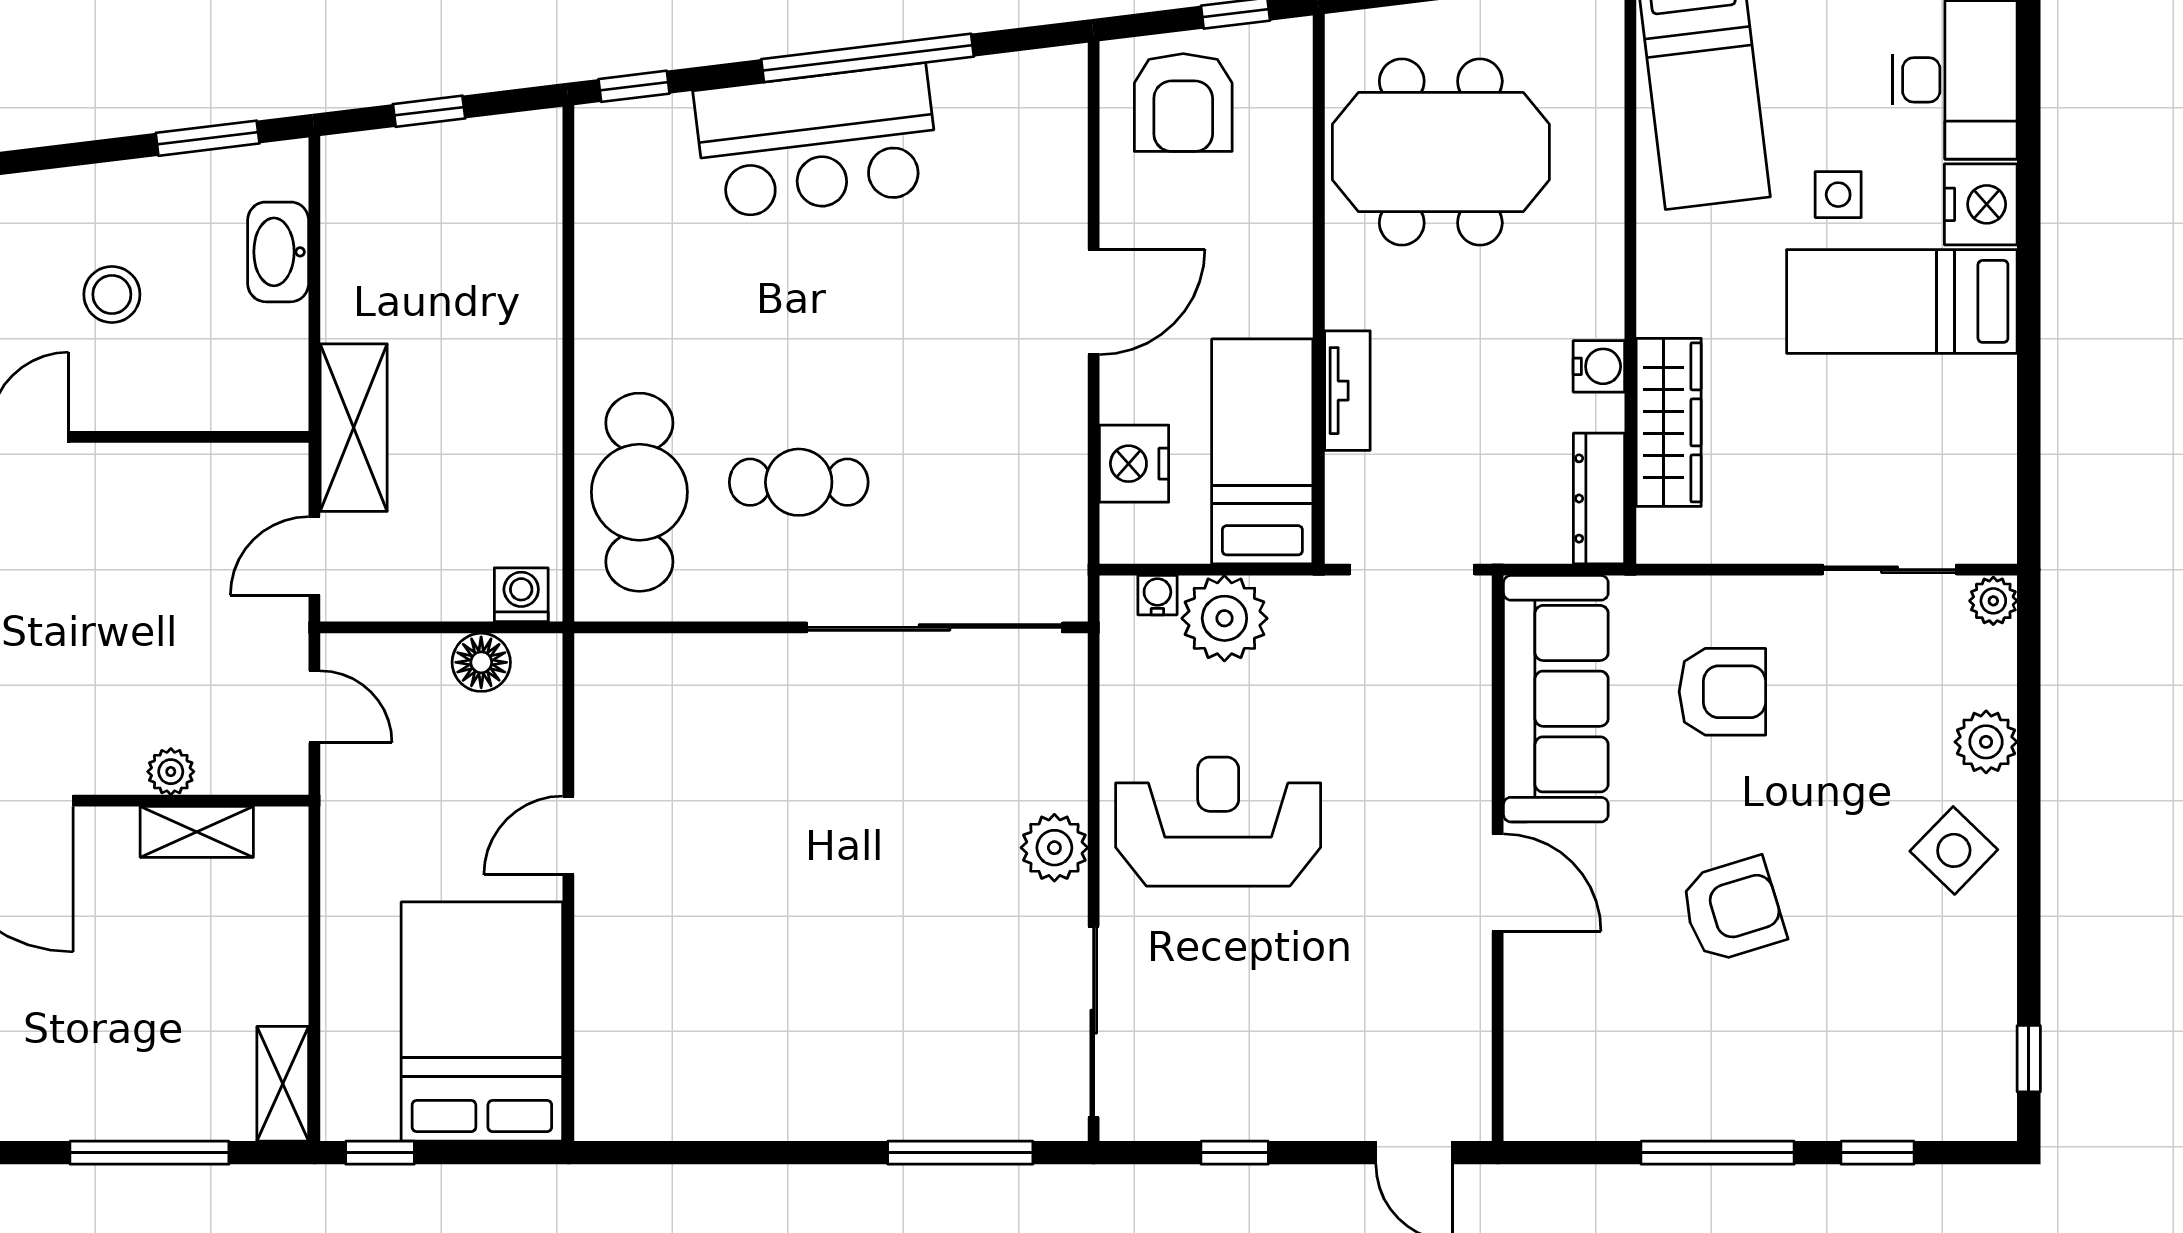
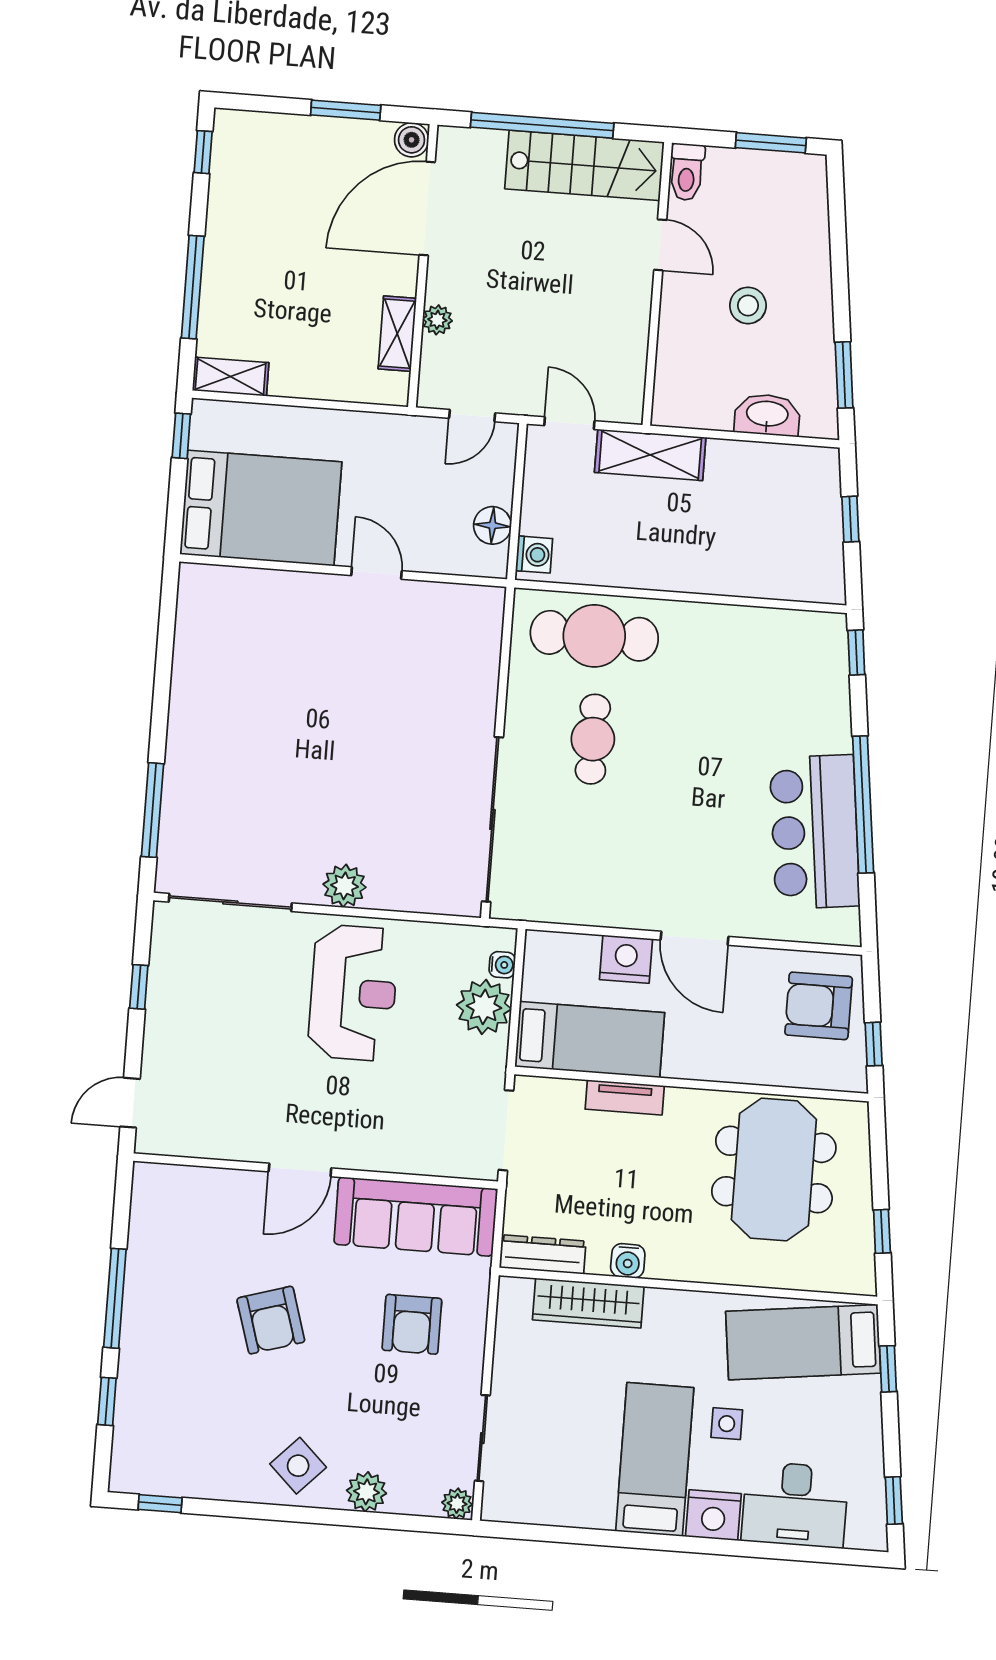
bar counter: (817, 141) -> (815, 832), moved
nightstand: (1134, 464) -> (626, 959), moved

